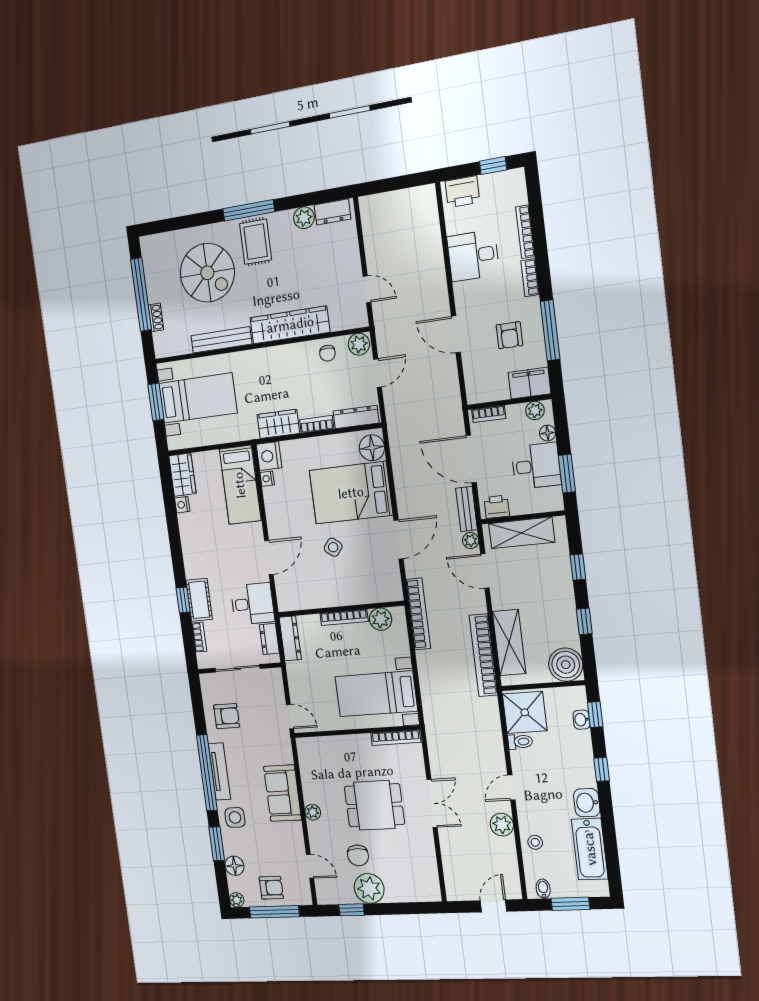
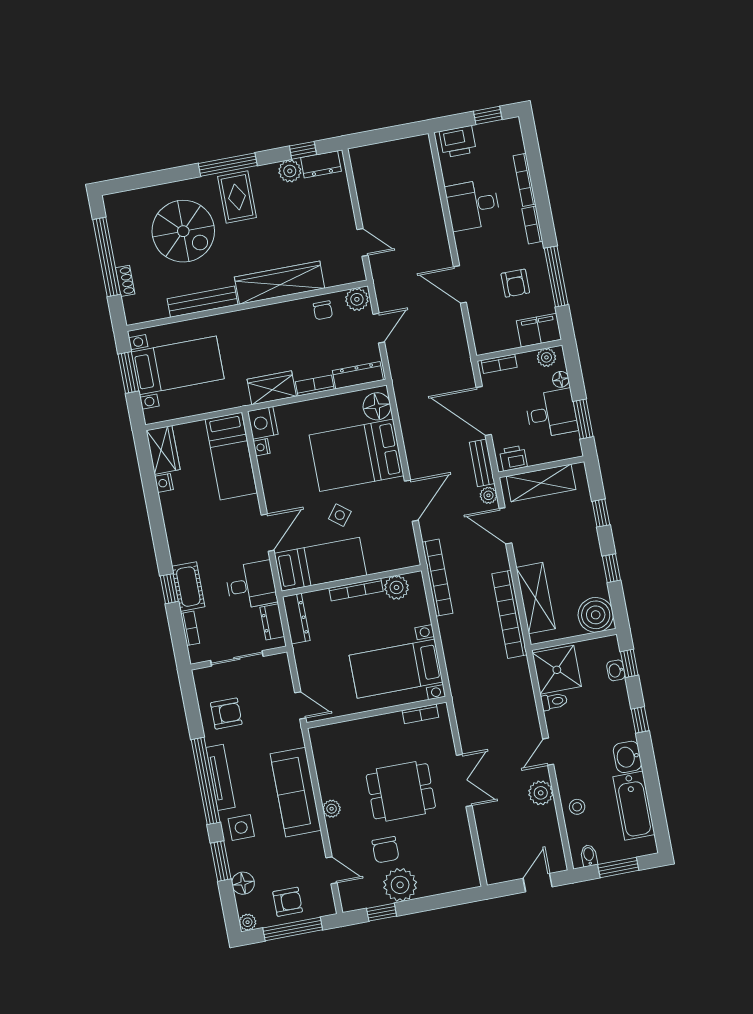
window: (317, 198) -> (303, 150), added
bed: (314, 591) -> (320, 564), added
bookcase: (396, 738) -> (420, 714), width x0.64
sofa: (282, 793) -> (296, 792), width x1.36

